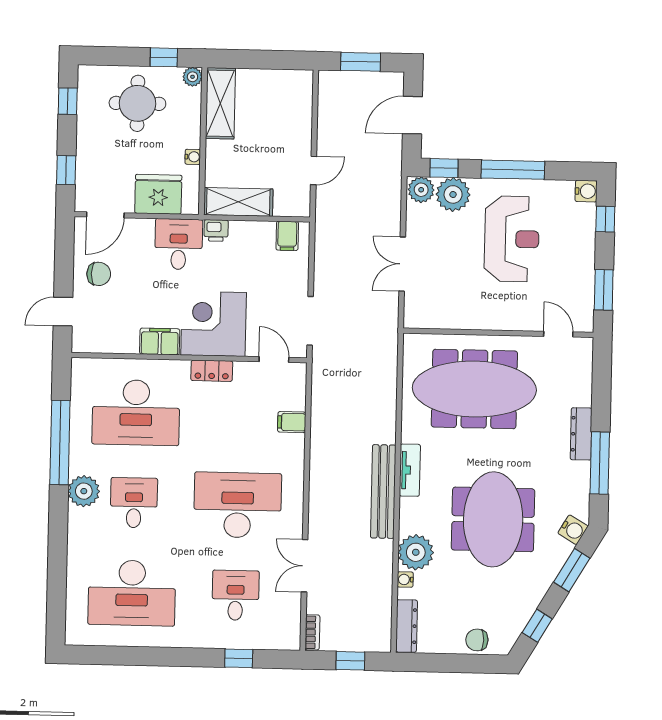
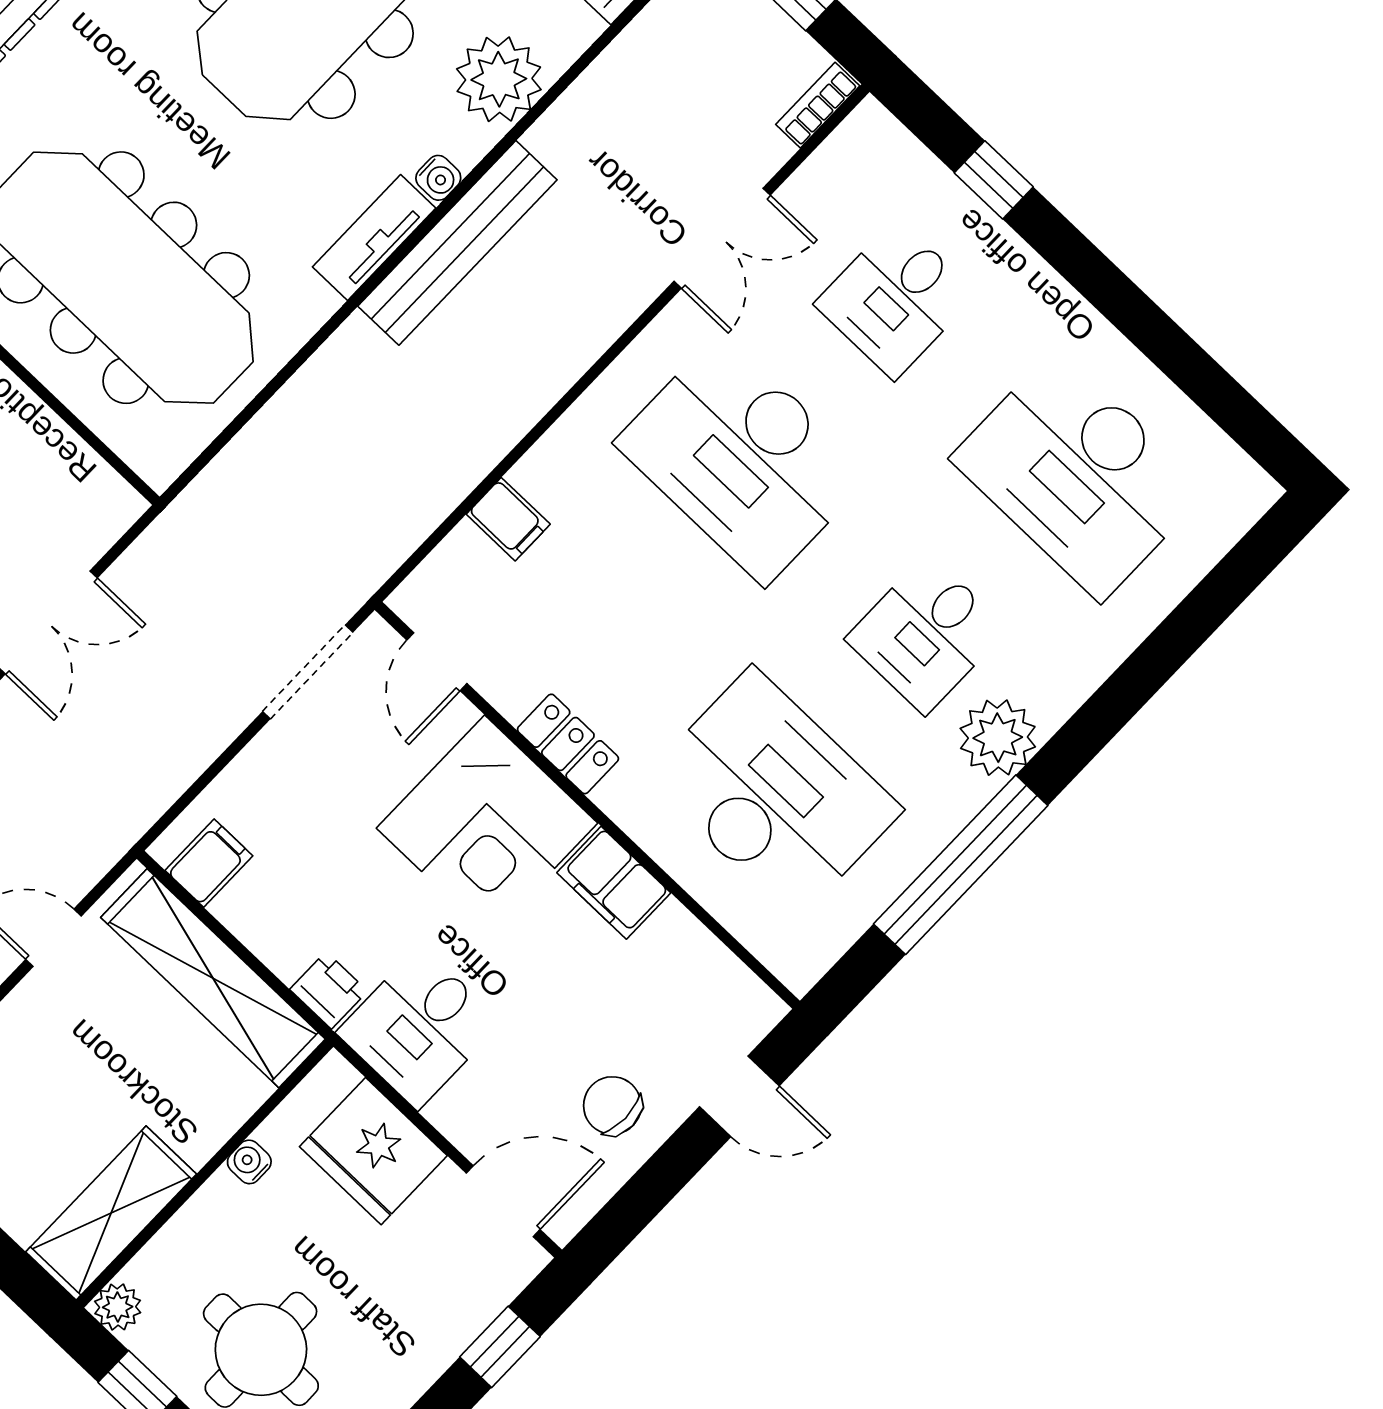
shelving: (238, 202) -> (213, 978), width x1.47
water cooler: (405, 579) -> (438, 178), moved
desk: (132, 593) -> (1079, 474), turned 180

